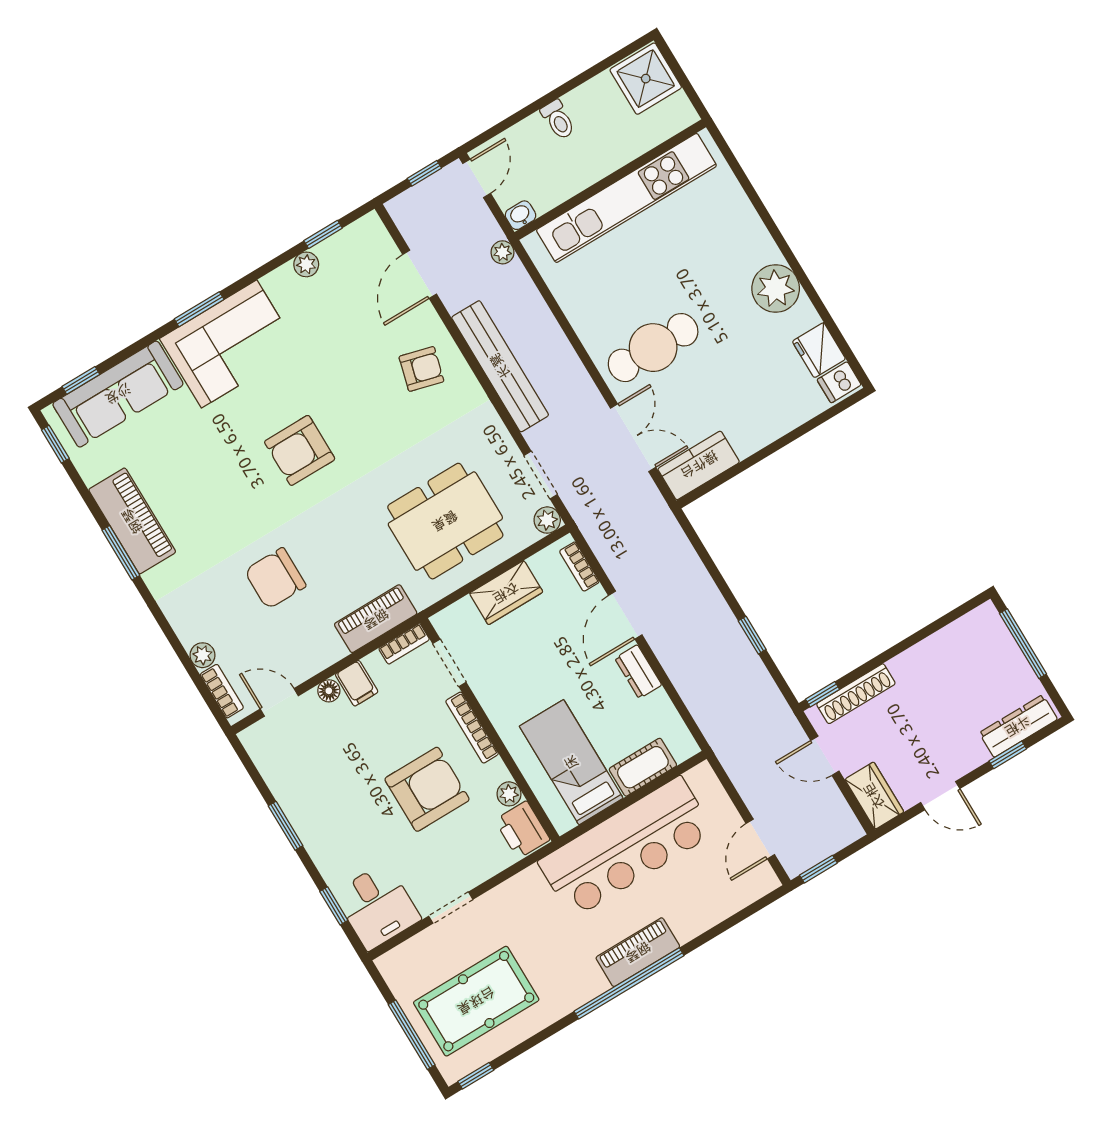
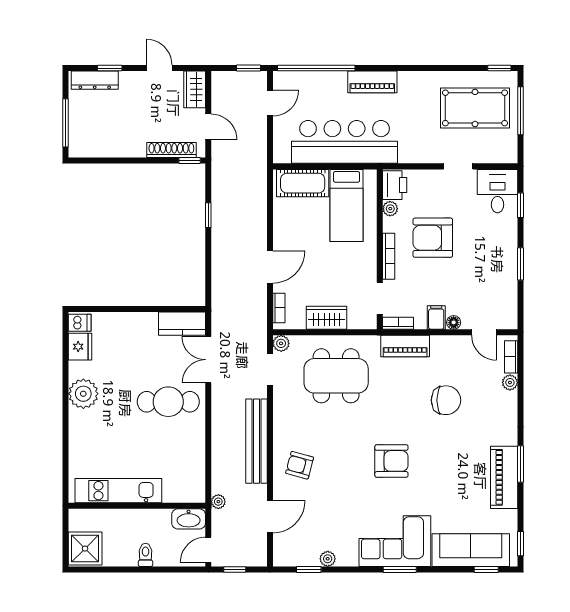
kitchen unit: (626, 198) -> (118, 491), width x0.73
washbasin: (521, 215) -> (189, 519), width x1.91, depth x1.45
dresser: (638, 672) -> (281, 232), removed
cot: (643, 767) -> (303, 183), width x1.37, depth x1.34
window: (629, 983) -> (316, 68), moved

